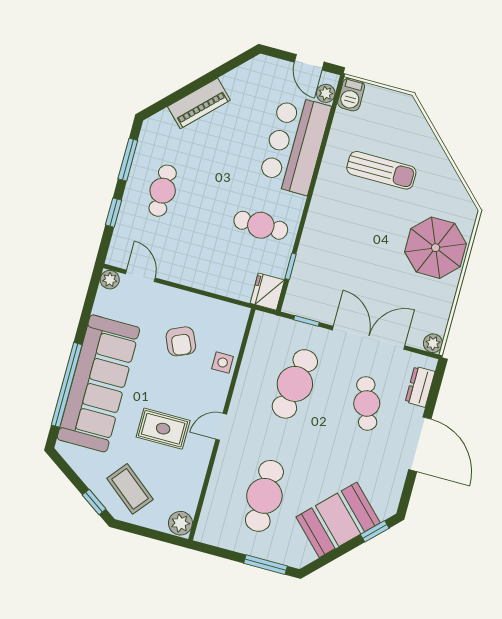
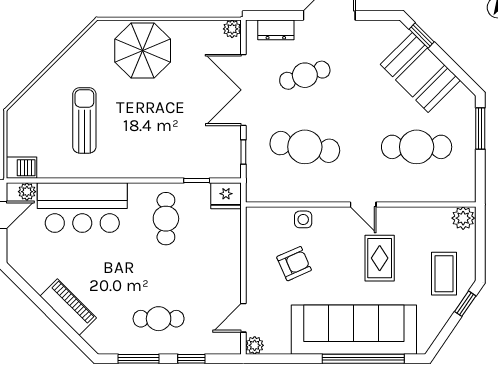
coffee table: (130, 489) -> (444, 274), turned -39

